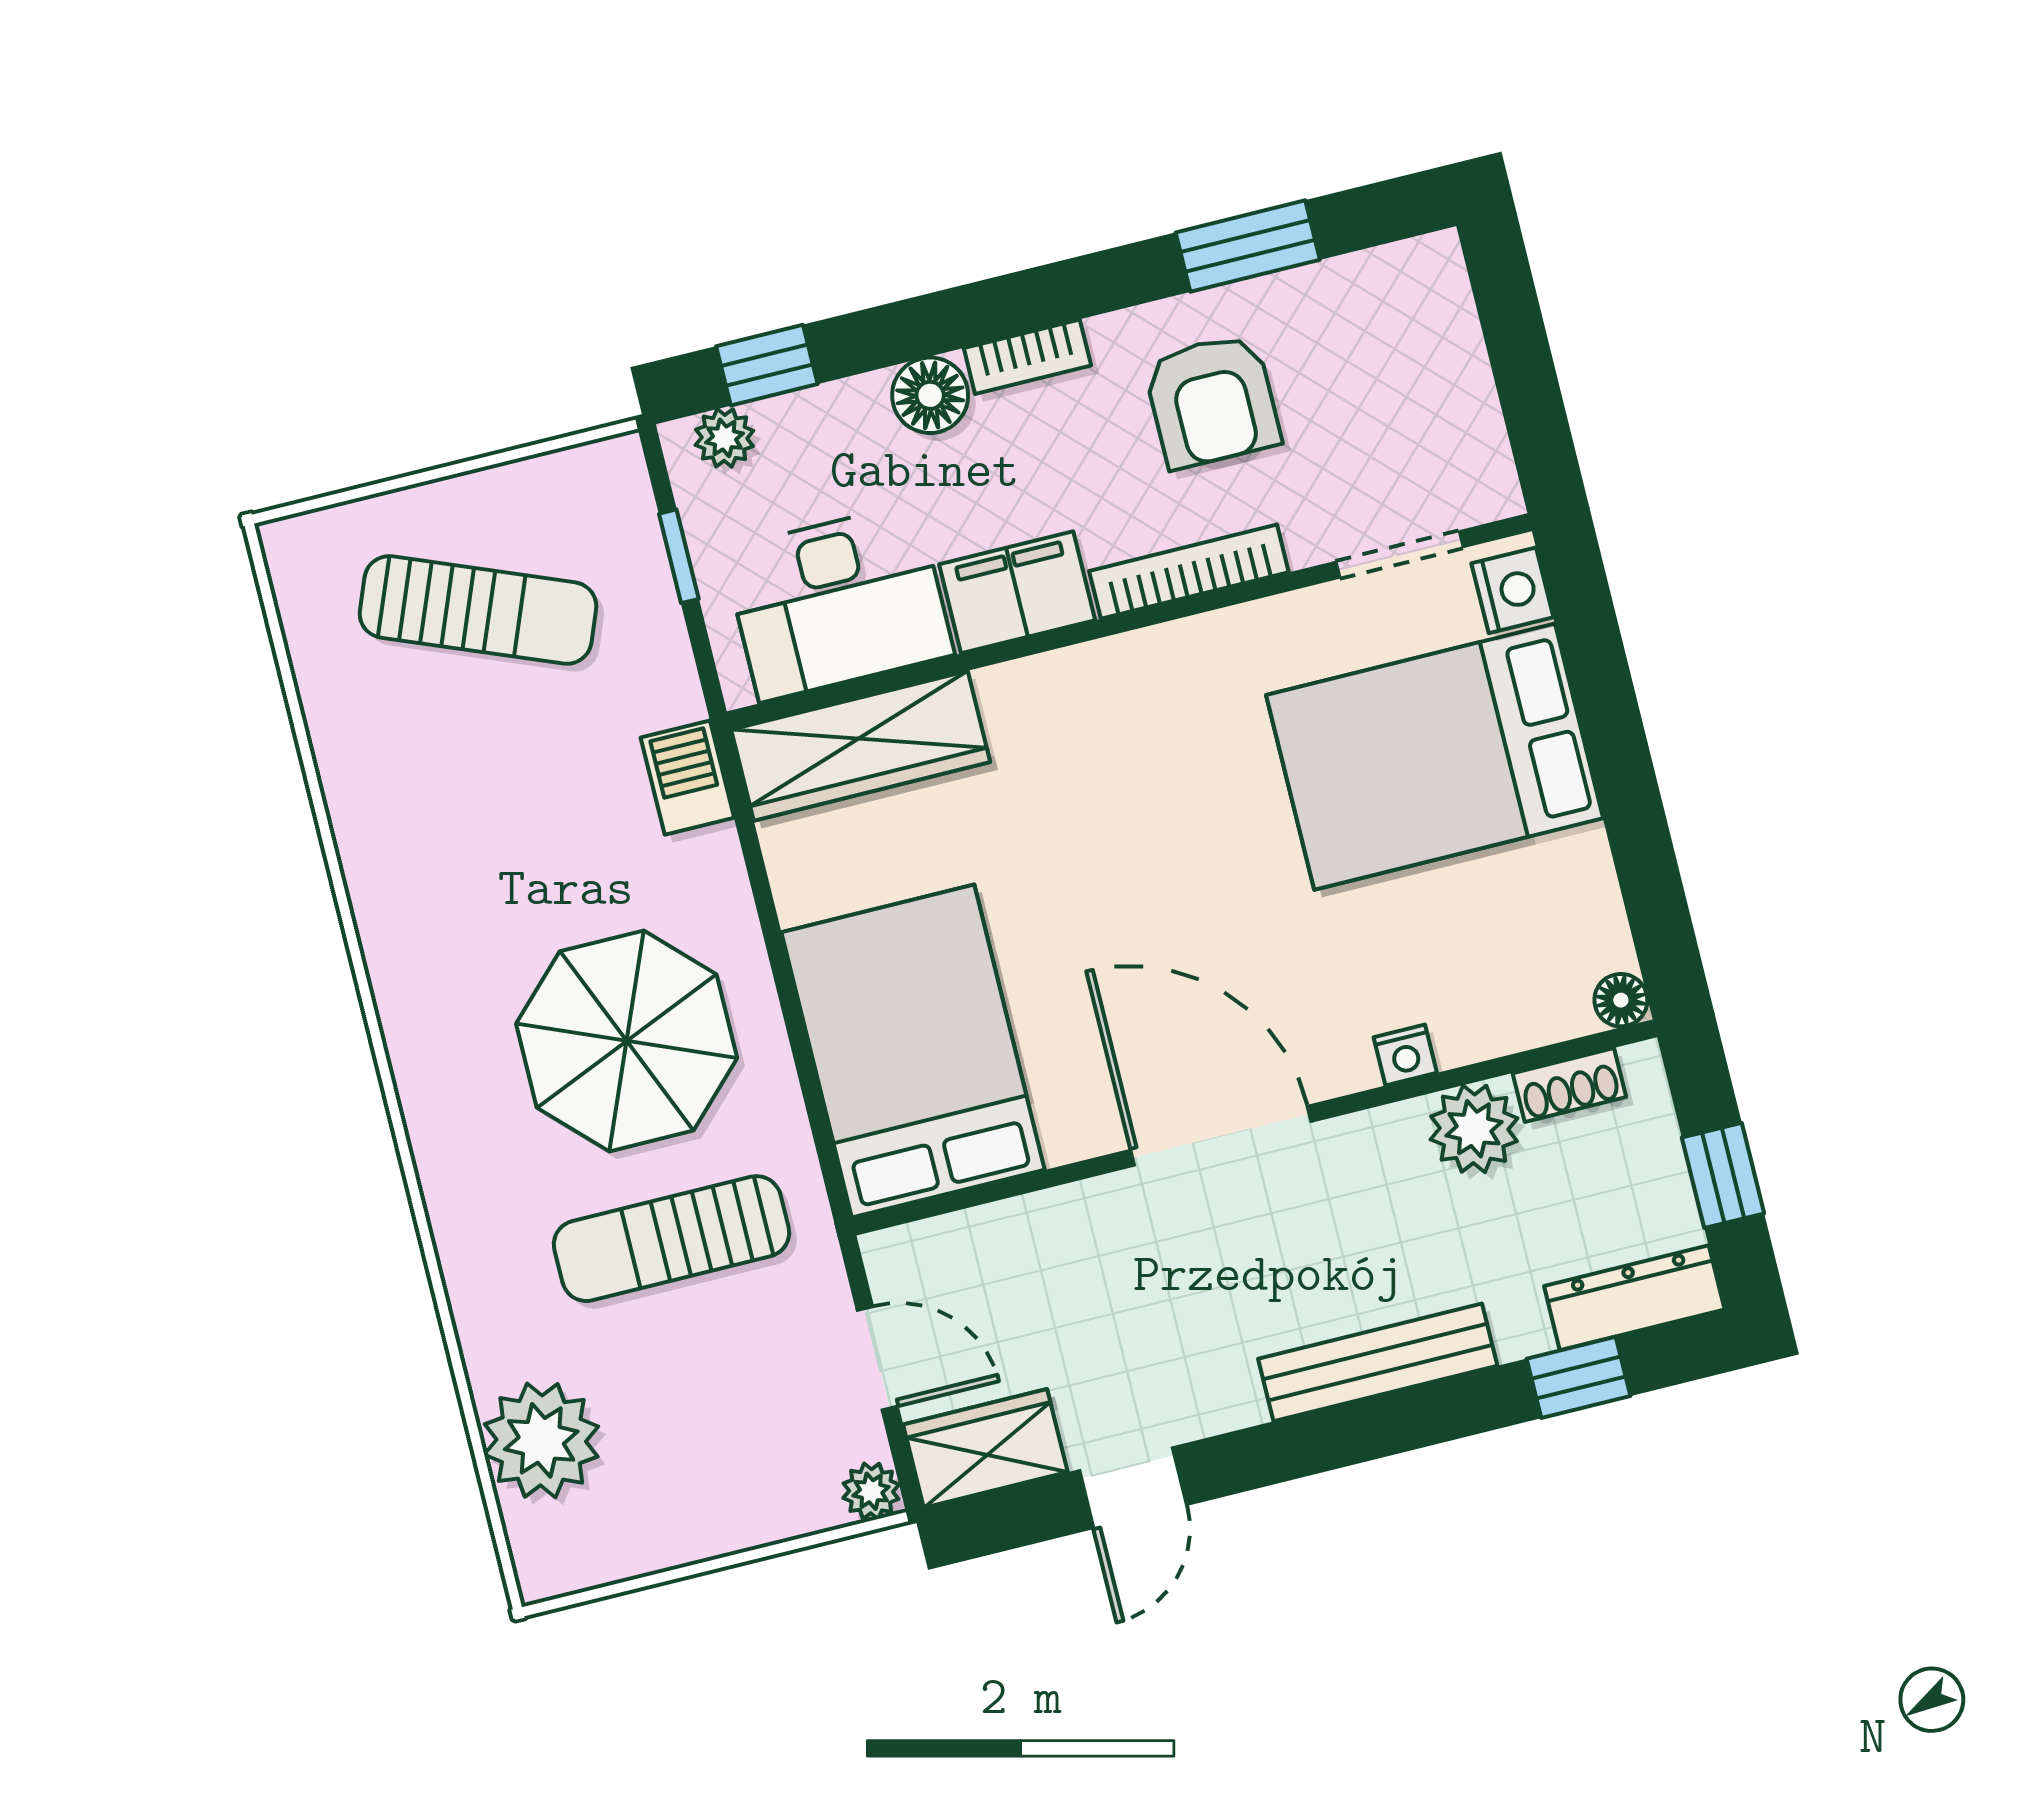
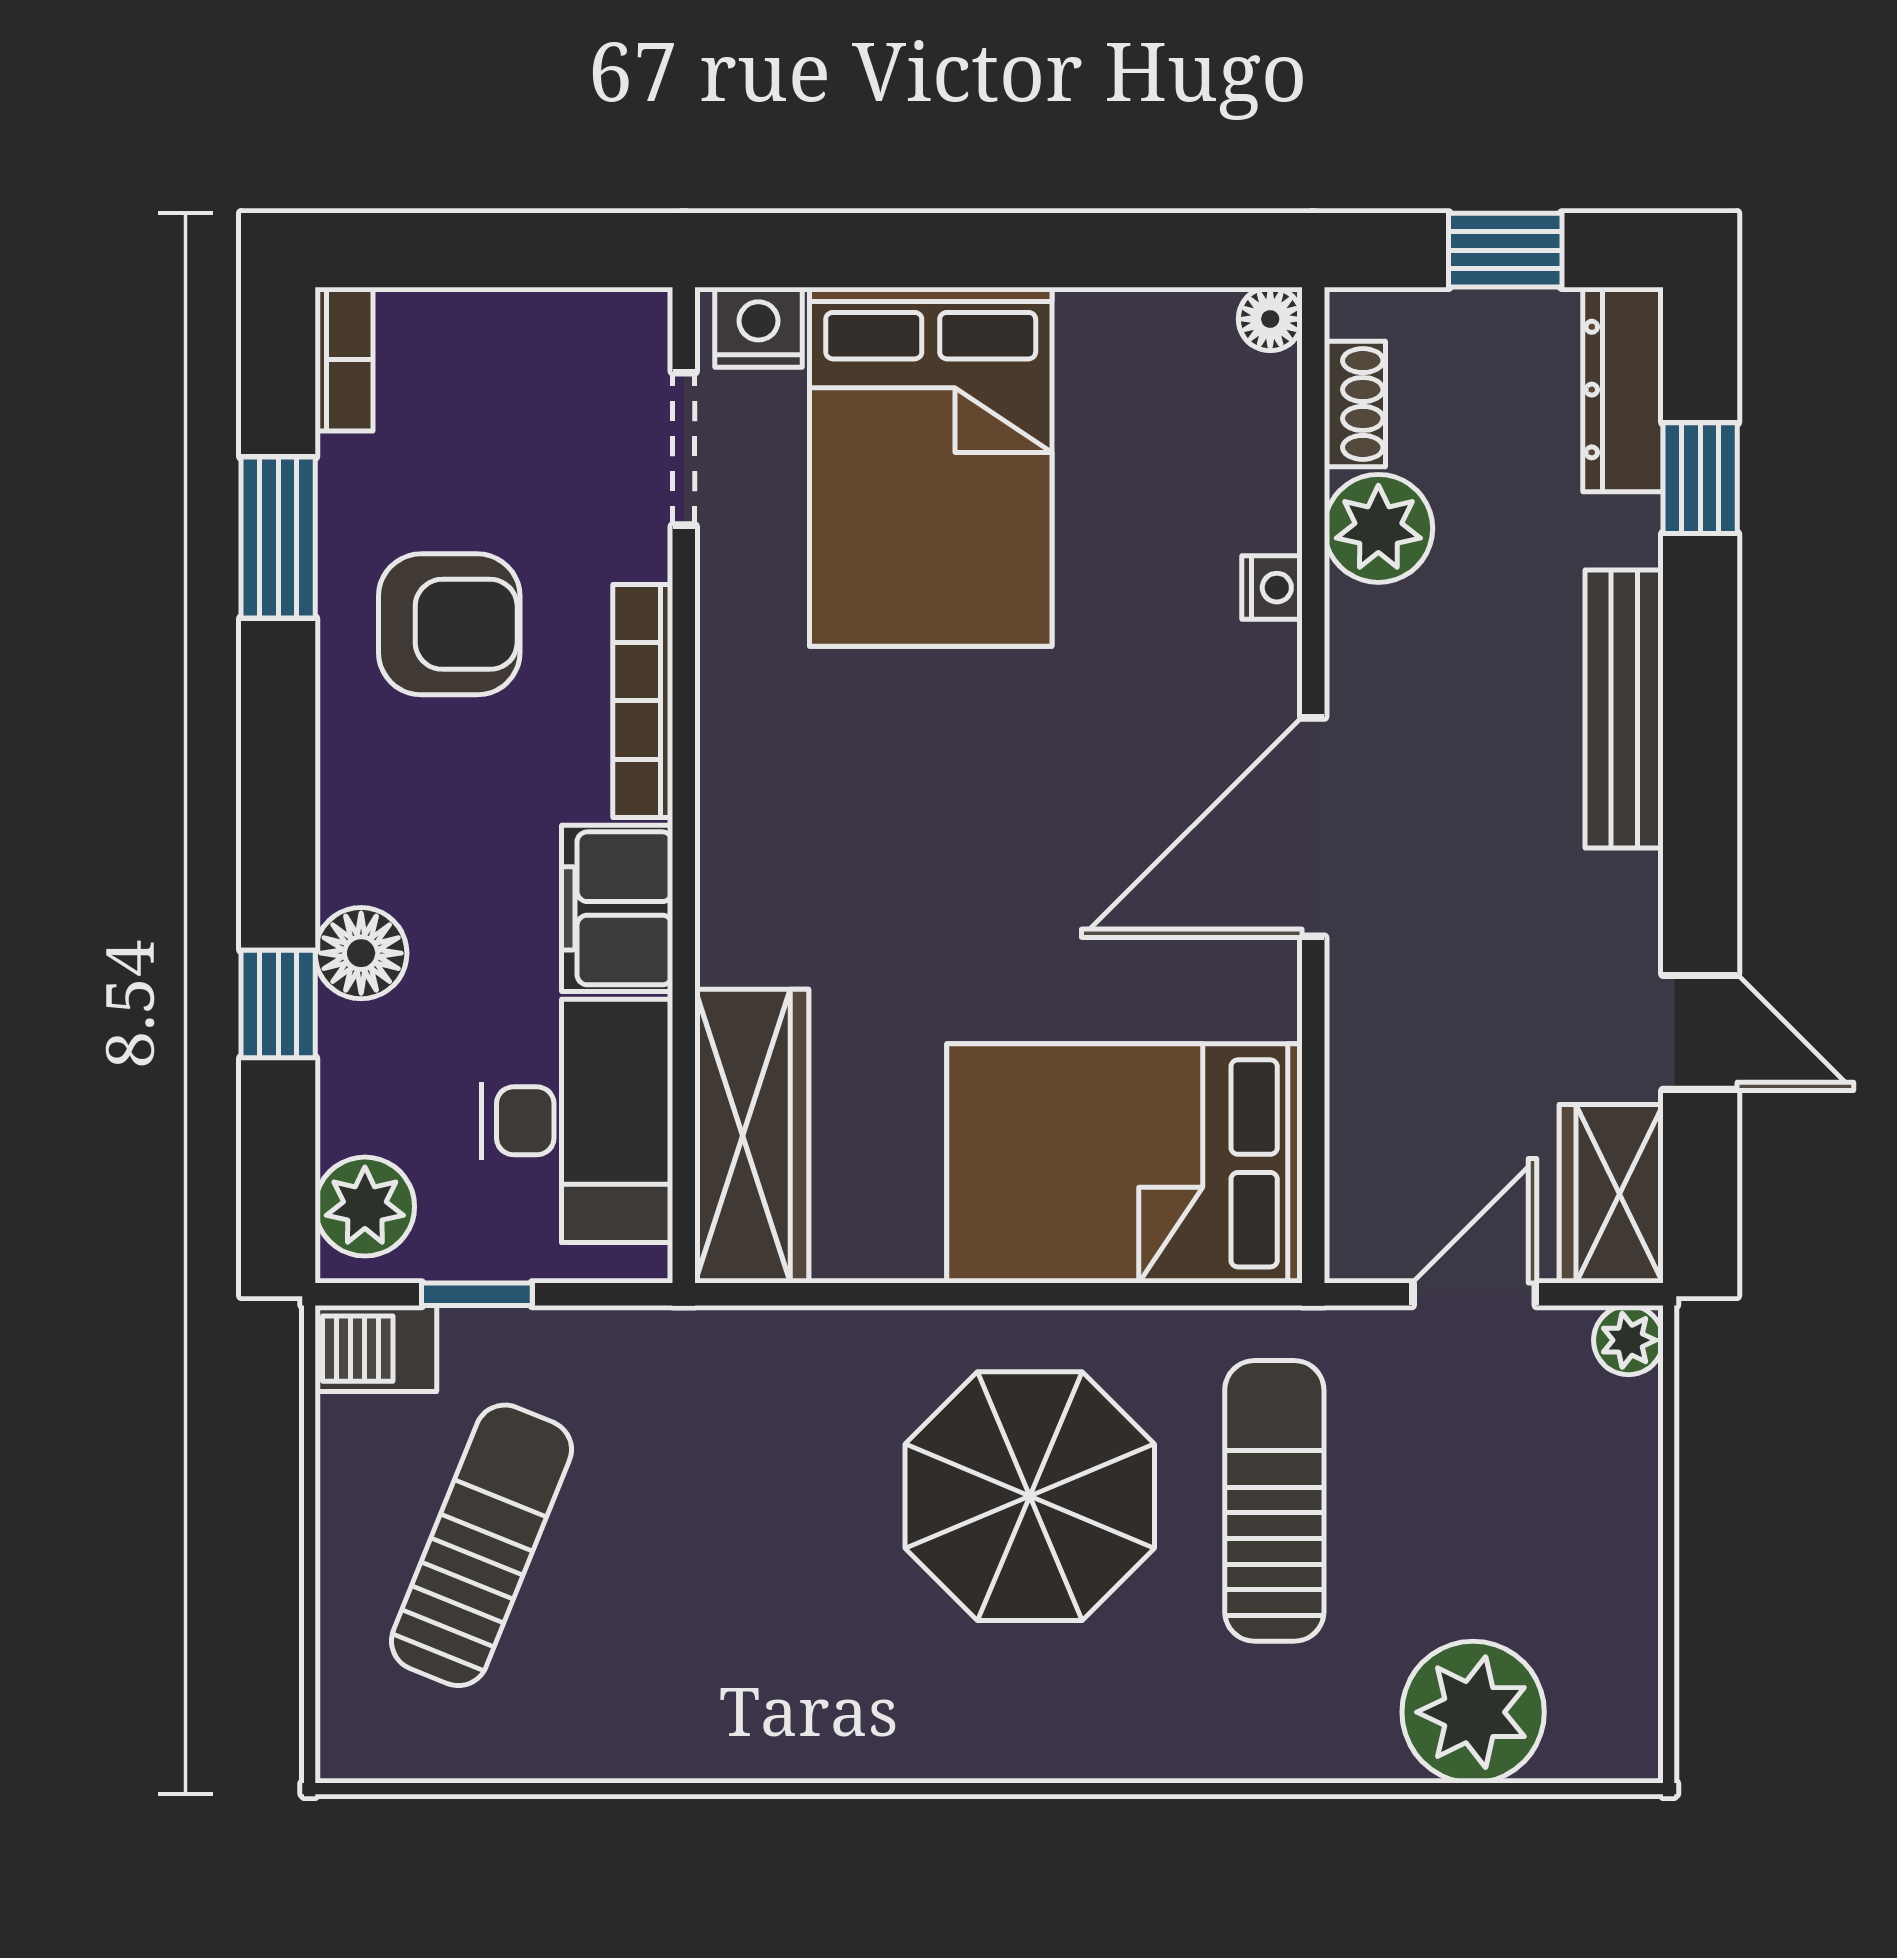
bookcase: (1027, 357) -> (344, 359), moved
window: (767, 365) -> (278, 1004), moved
plant: (724, 438) -> (365, 1207), width x1.38, depth x1.38
barbecue: (687, 778) -> (376, 1349), moved
sun lounger: (672, 1239) -> (1274, 1501), turned 180

